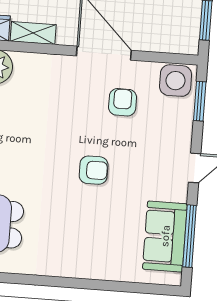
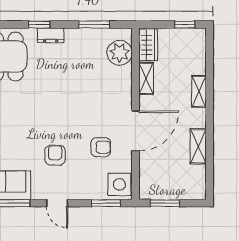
armchair: (94, 170) -> (55, 155), moved, turned 180

